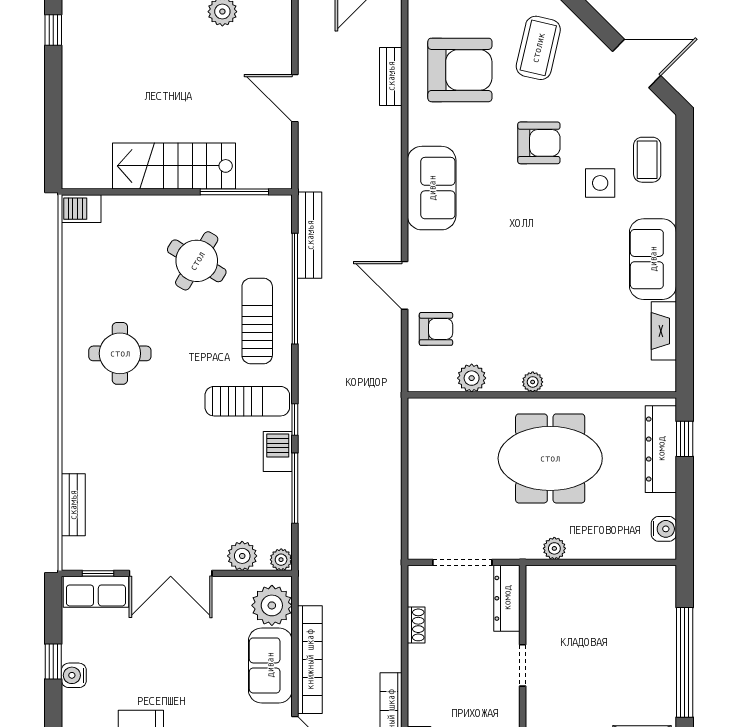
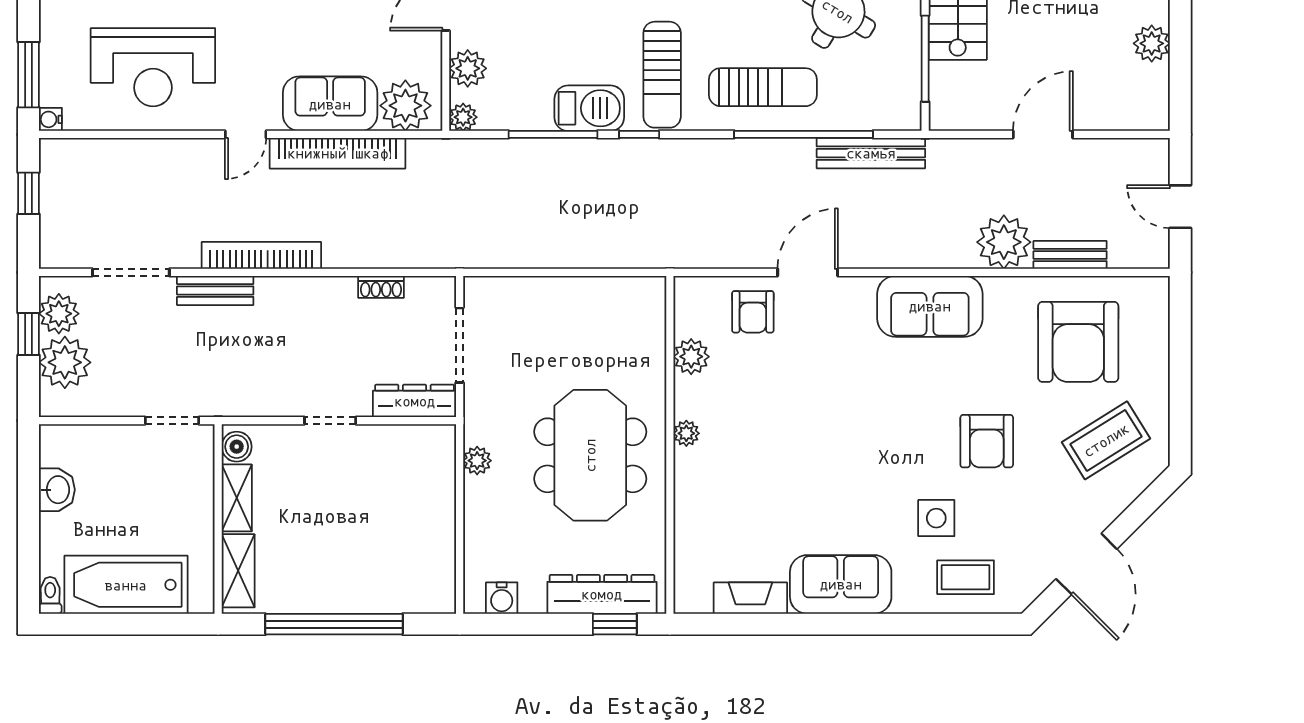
coffee table: (538, 48) -> (1106, 440), turned -45
plant: (380, 129) -> (1004, 242), added
barbecue: (278, 452) -> (589, 108), width x1.38, depth x1.27

